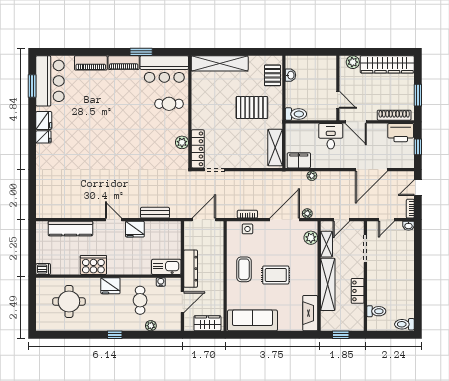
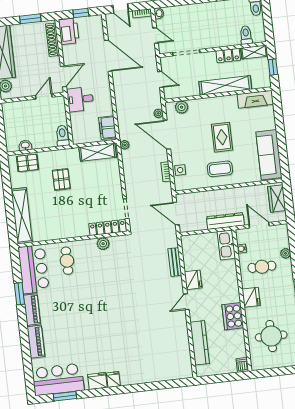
pallet: (252, 108) -> (61, 179), width x0.67, depth x0.71
plant: (312, 176) -> (125, 145), moved
shelving: (326, 244) -> (254, 52), moved

